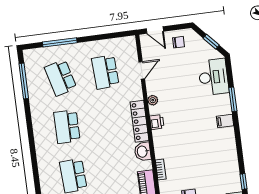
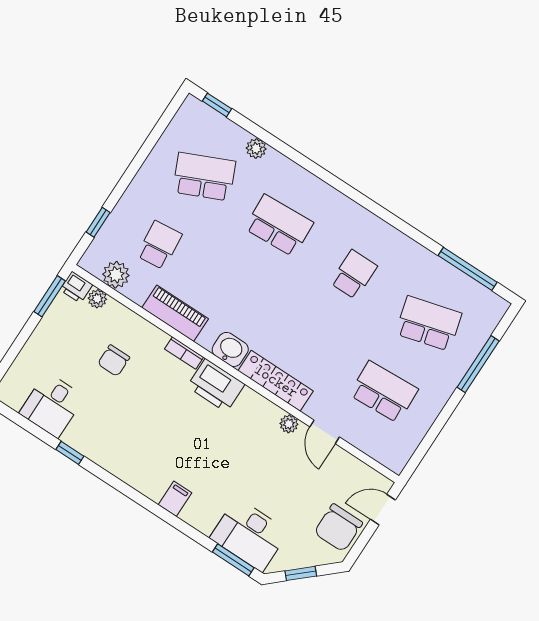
chair: (179, 42) -> (338, 528), width x1.87, depth x1.87
door: (142, 70) -> (325, 432), moved
window: (233, 99) -> (233, 560), moved
printer: (157, 122) -> (216, 385), moved, width x1.87, depth x1.48
school desk: (67, 127) -> (354, 275), width x0.54

